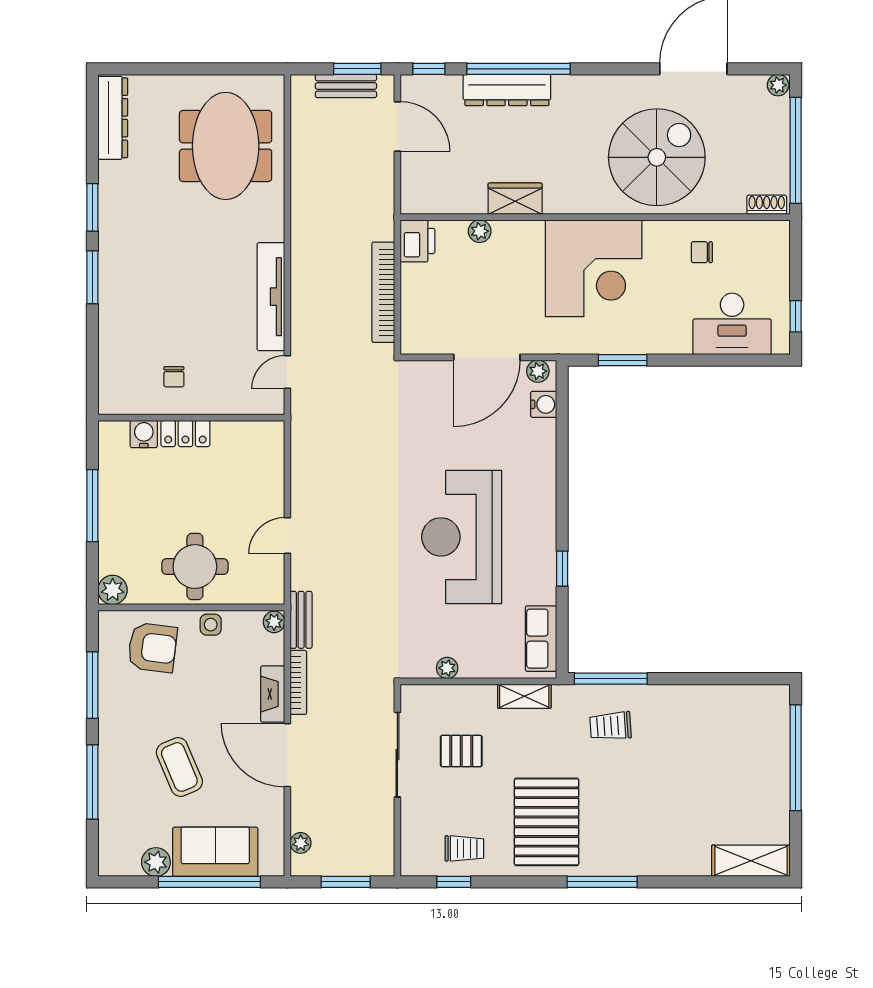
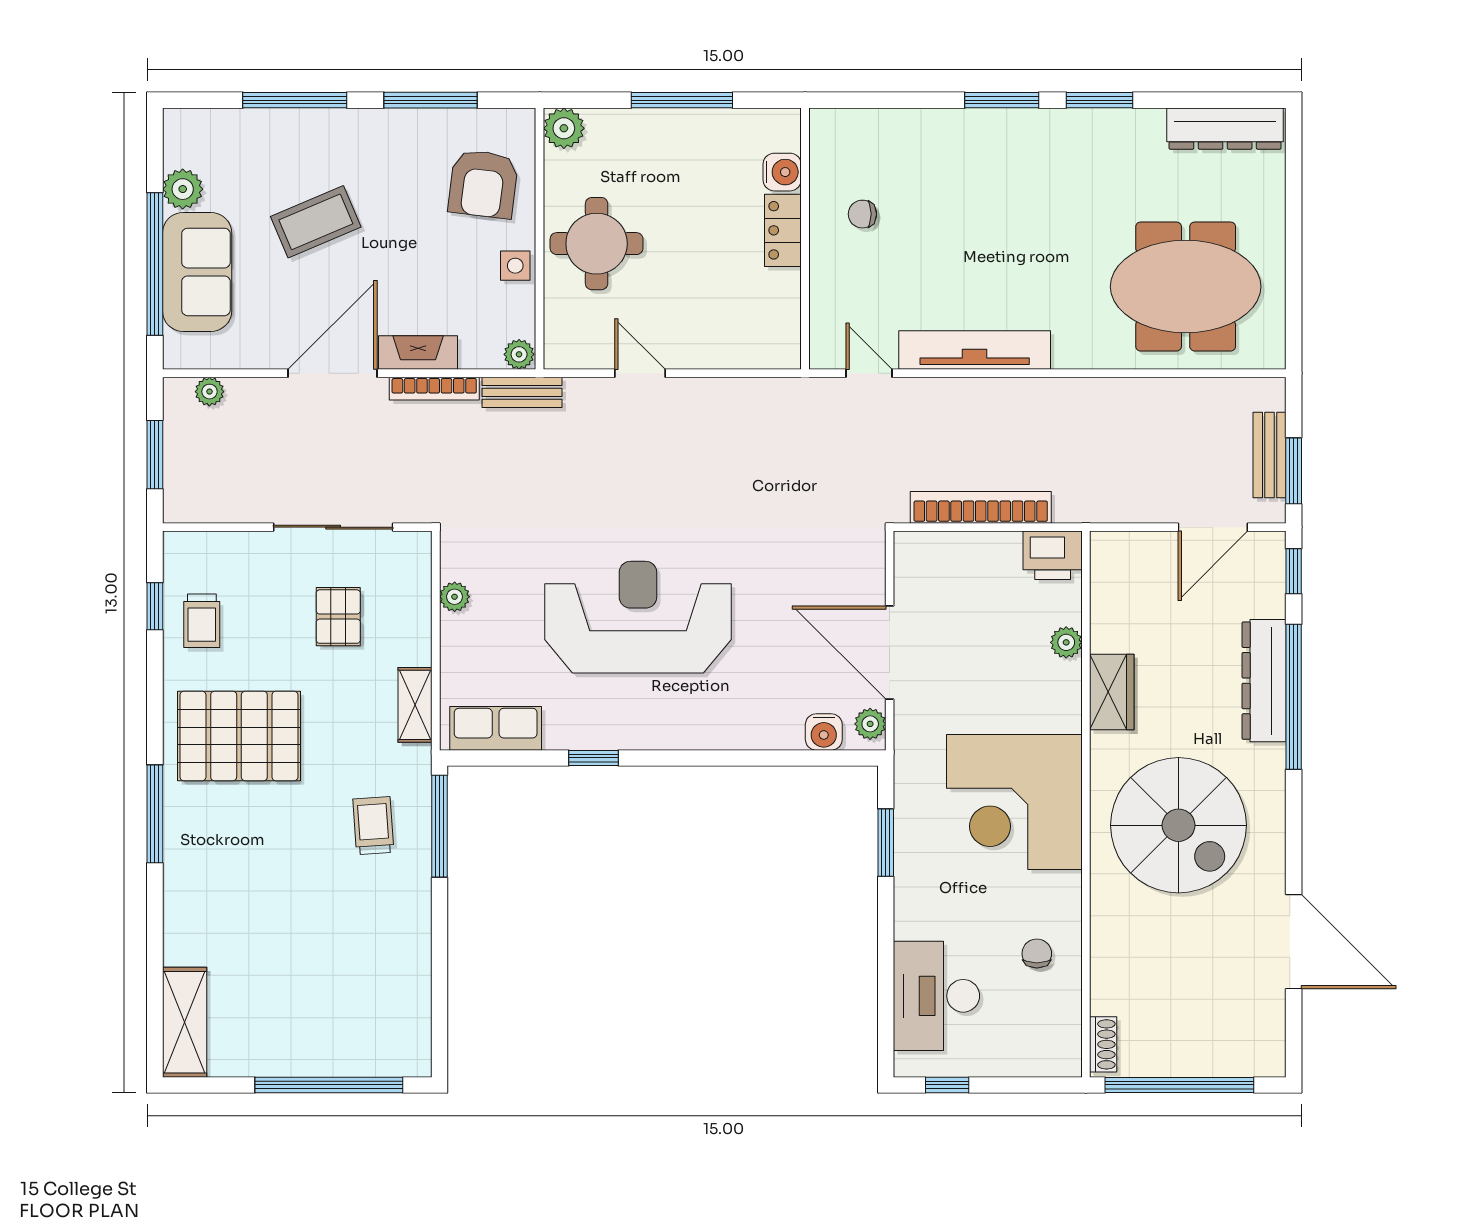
plant: (778, 85) -> (1271, 1060), removed
spiral stairs: (657, 157) -> (1179, 825), moved

